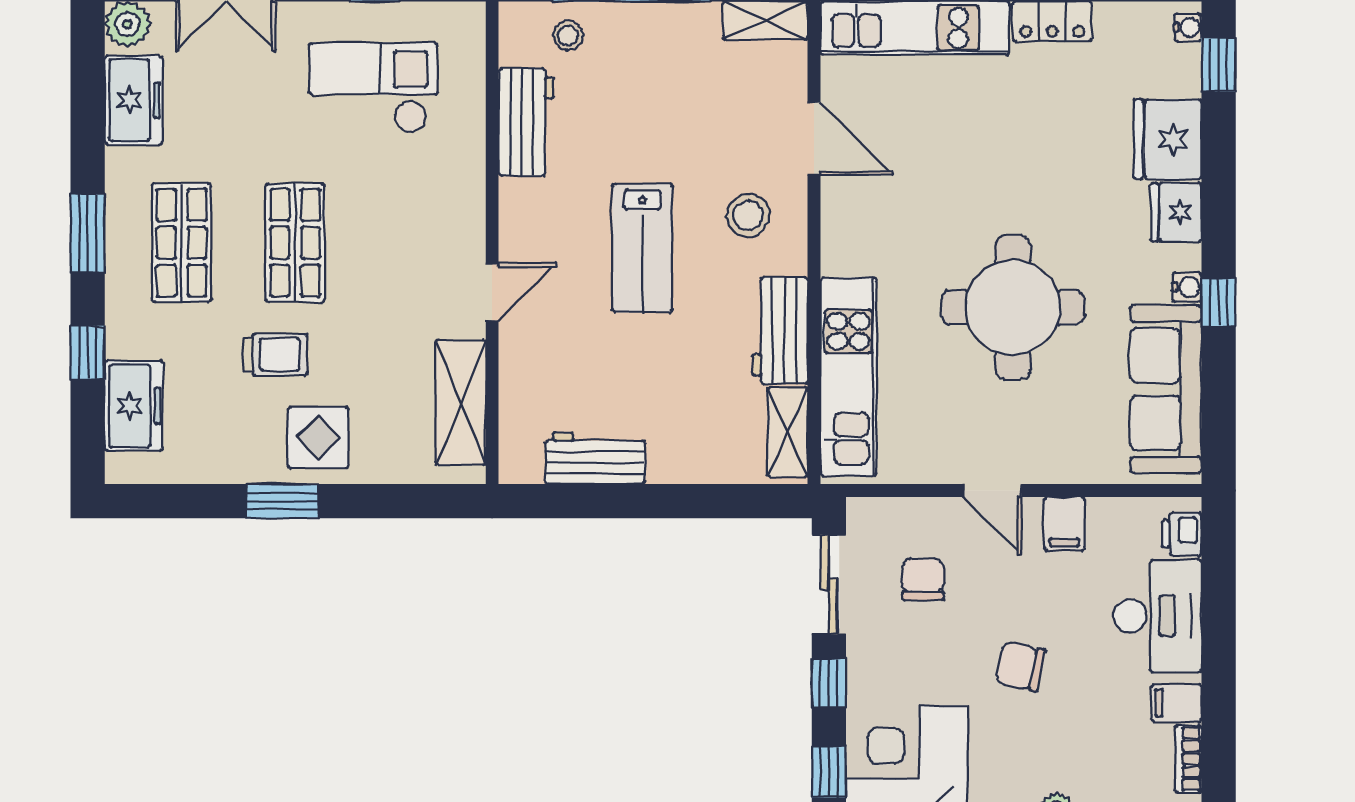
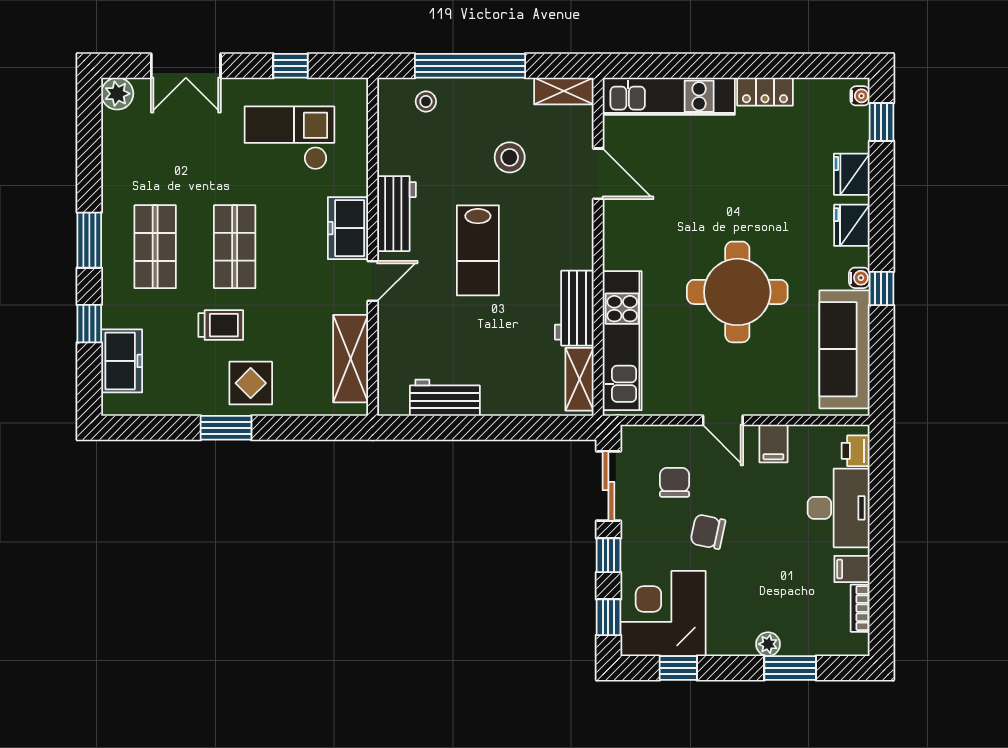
freezer: (133, 100) -> (348, 228), moved, turned 180
workbench: (526, 122) -> (396, 214), moved
fridge: (1168, 139) -> (852, 174), width x0.73, depth x0.75
stool: (748, 215) -> (510, 157), moved
chair: (1020, 666) -> (708, 532), moved

